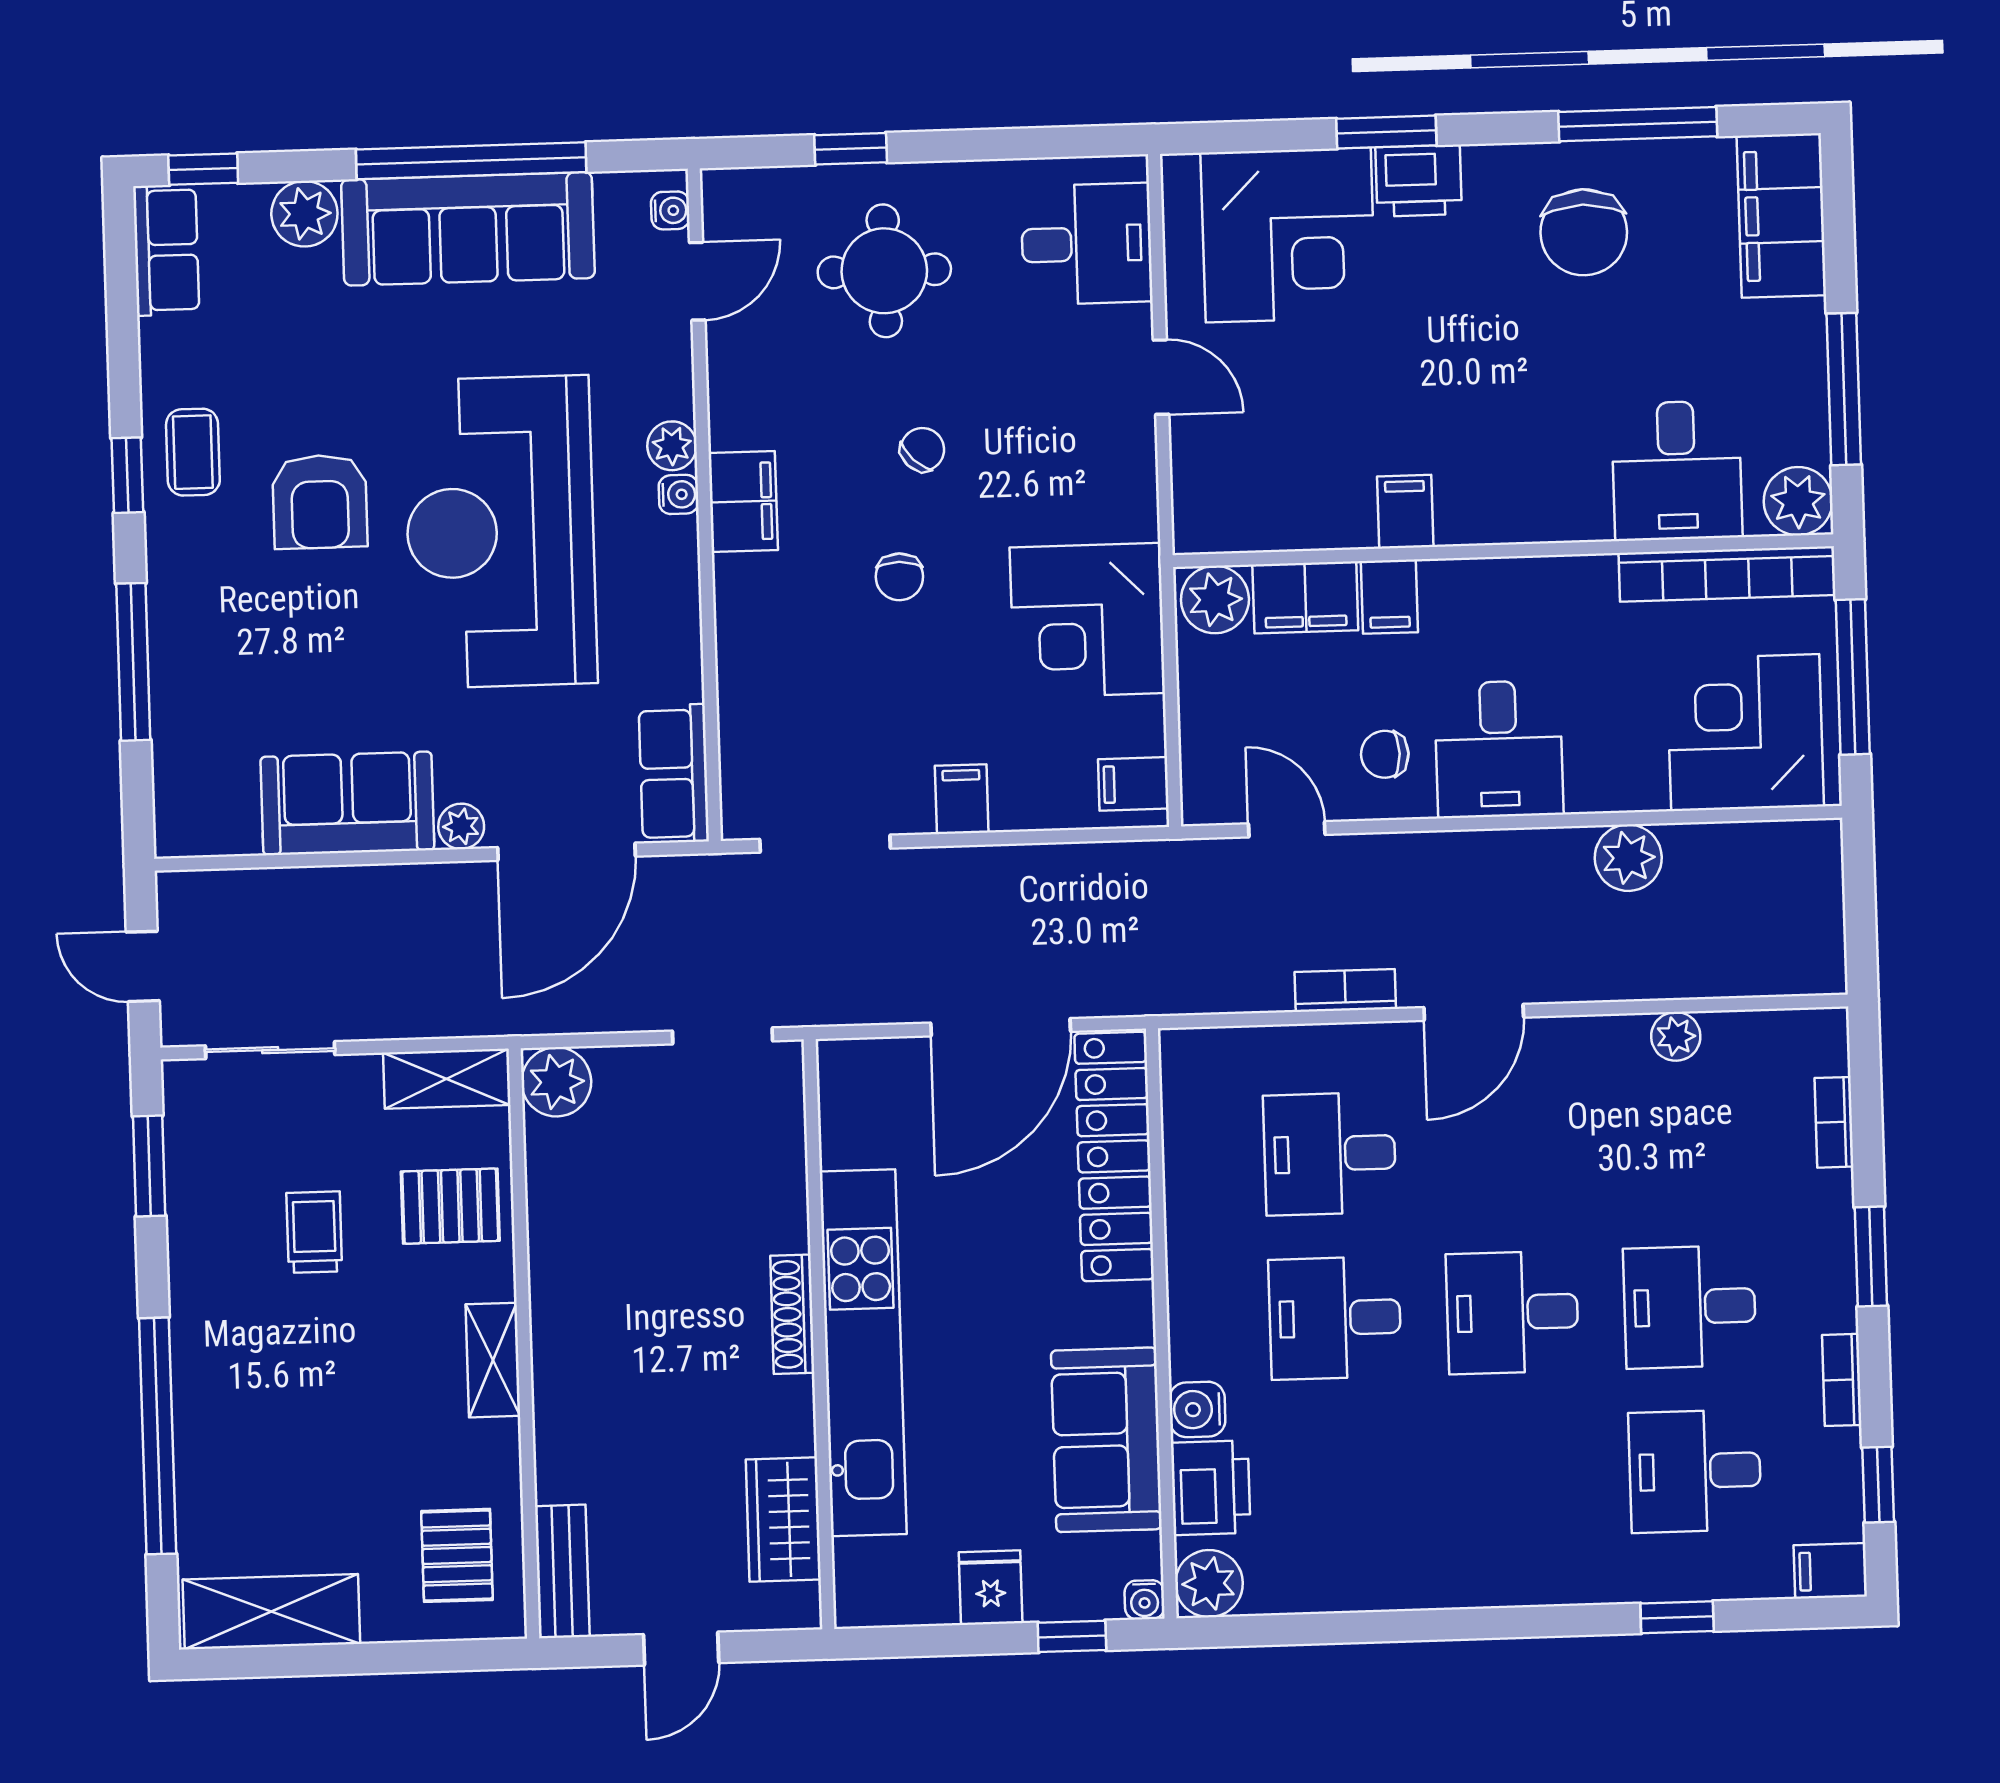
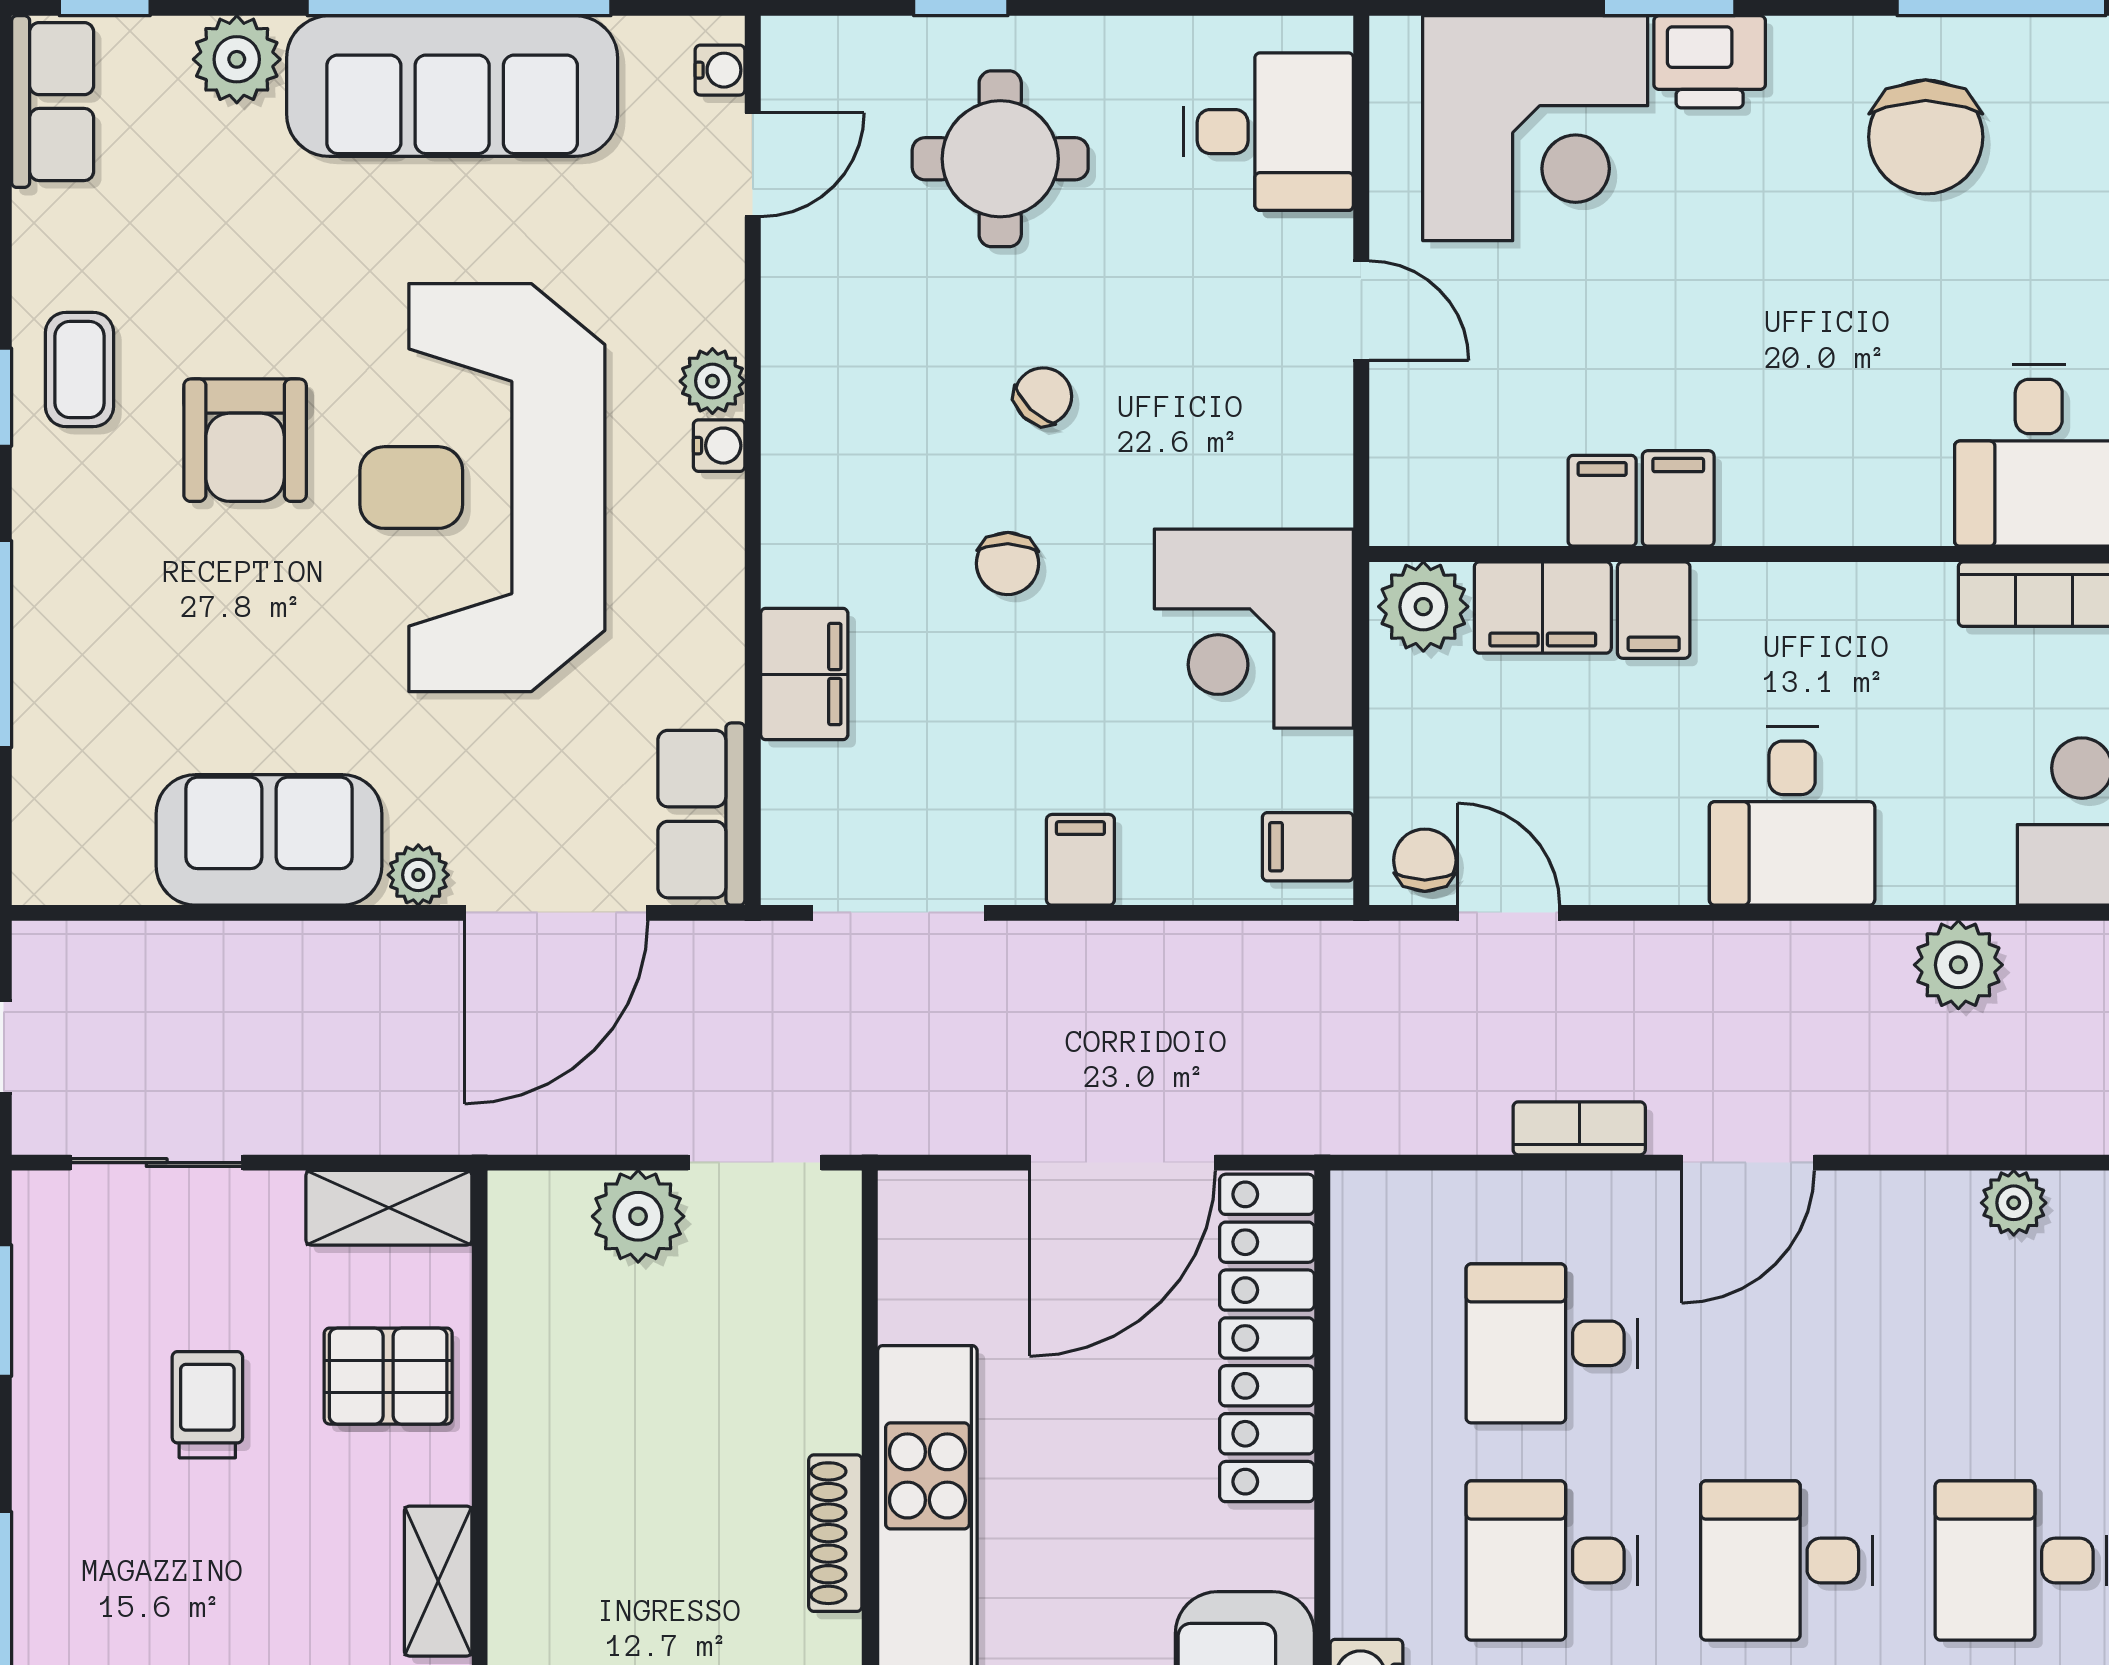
filing cabinet: (743, 501) -> (804, 674), moved
filing cabinet: (1348, 515) -> (1602, 501), added
chair: (1385, 754) -> (1425, 860), moved, turned 90
plant: (556, 1082) -> (638, 1216), moved

